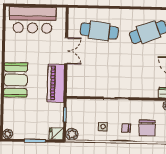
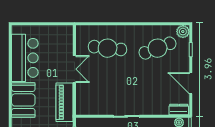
bar counter: (33, 20) -> (25, 58), moved, turned -90

